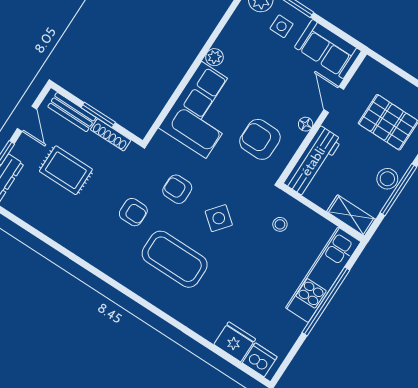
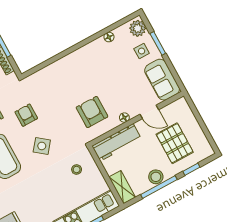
floor lamp: (230, 31) -> (109, 37), added
plant: (214, 57) -> (91, 48), removed
door: (334, 100) -> (149, 112), swing flipped
corner sofa: (204, 110) -> (68, 76), removed

